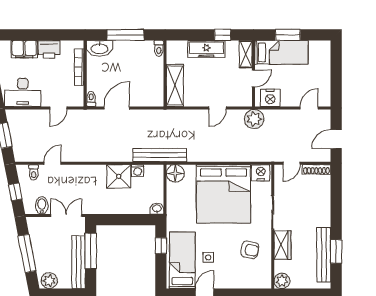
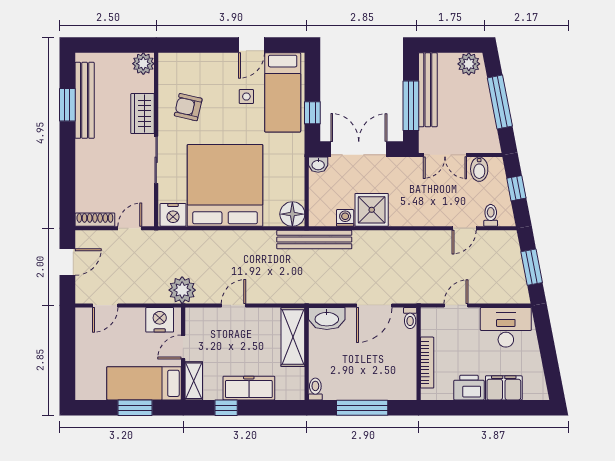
washbasin: (99, 48) -> (327, 319), moved, turned 180
double door: (128, 220) -> (359, 149), added

